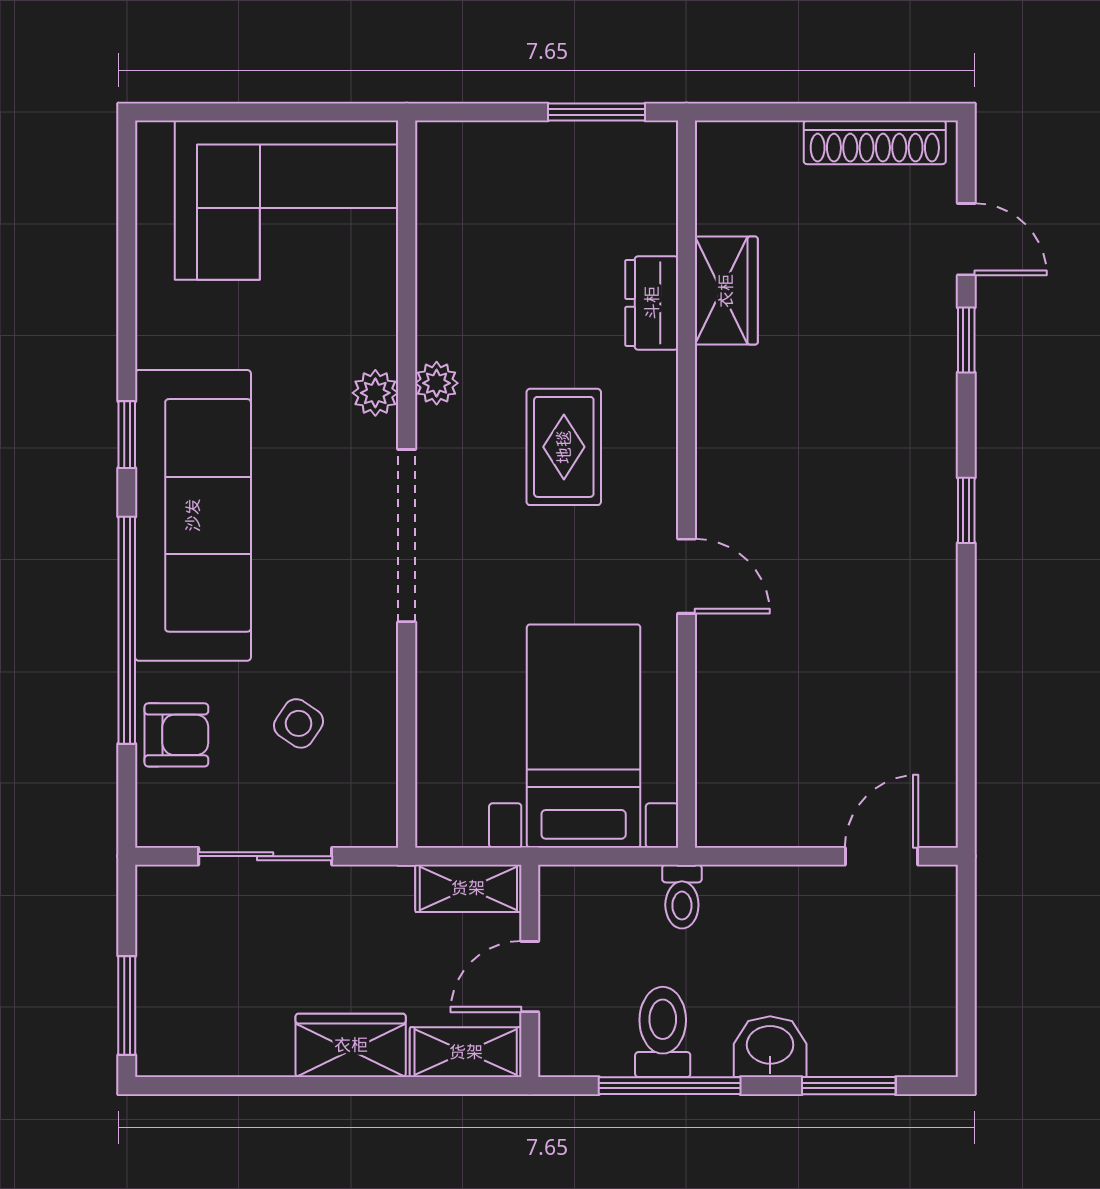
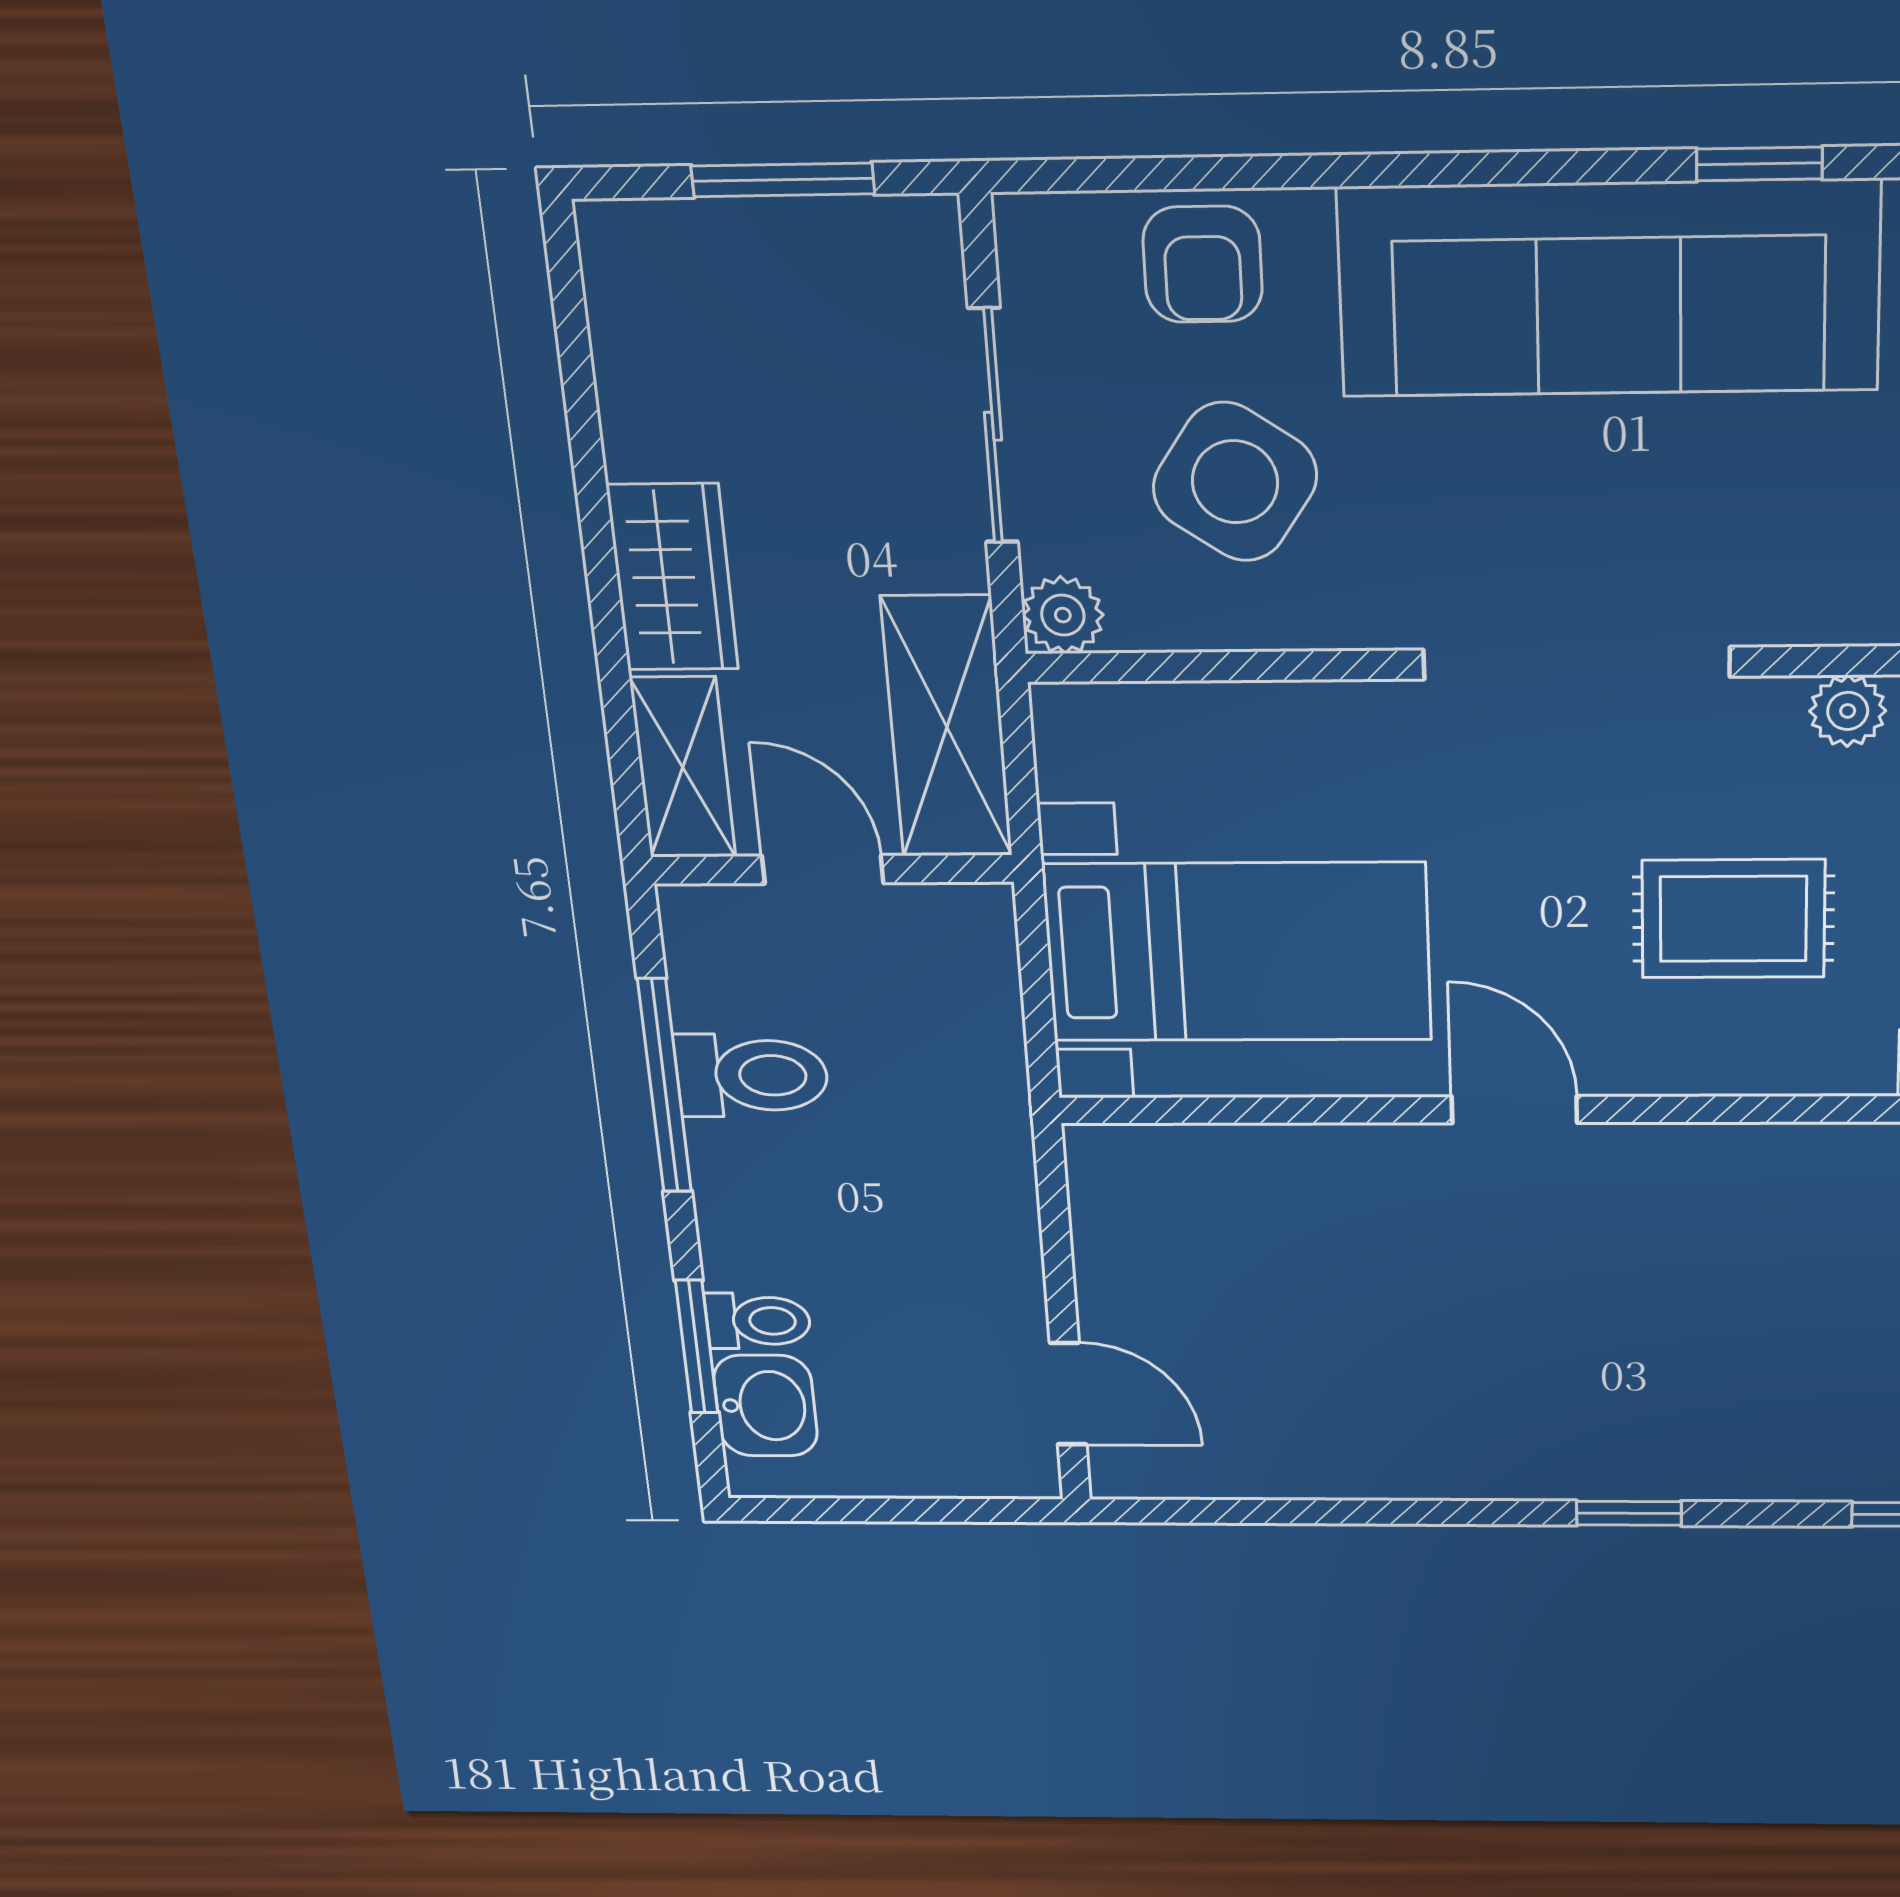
plant: (375, 393) -> (1063, 615), moved
door: (686, 576) -> (1514, 1110), swing flipped
window: (127, 630) -> (1392, 170), removed
side table: (299, 723) -> (1235, 482), width x1.87, depth x1.87
shelving: (468, 888) -> (947, 727), width x1.50, depth x1.33
toilet: (682, 897) -> (758, 1321), moved, turned 180
window: (127, 1006) -> (783, 180), moved
washbasin: (770, 1047) -> (766, 1406), moved

